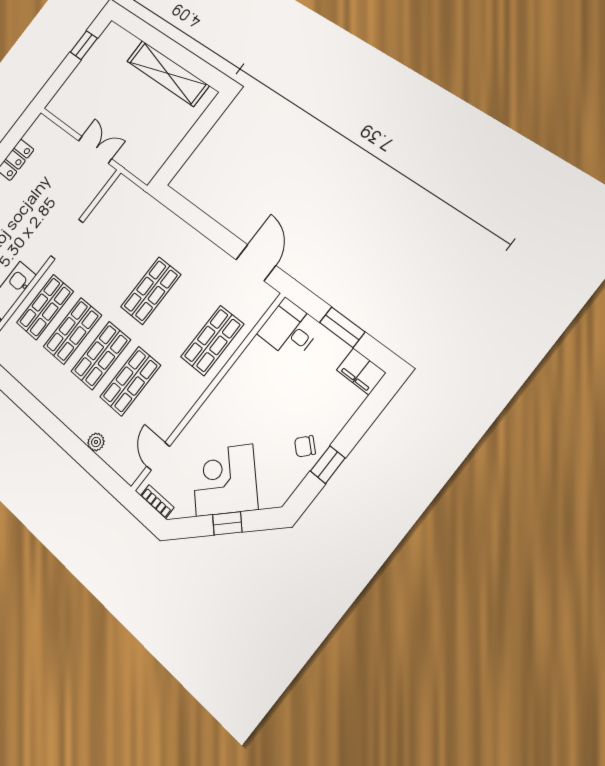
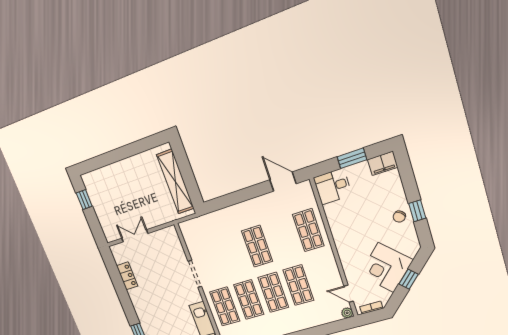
shelving: (168, 73) -> (175, 182), moved, turned 90
double door: (95, 150) -> (135, 236), moved
plant: (96, 442) -> (347, 313), moved

